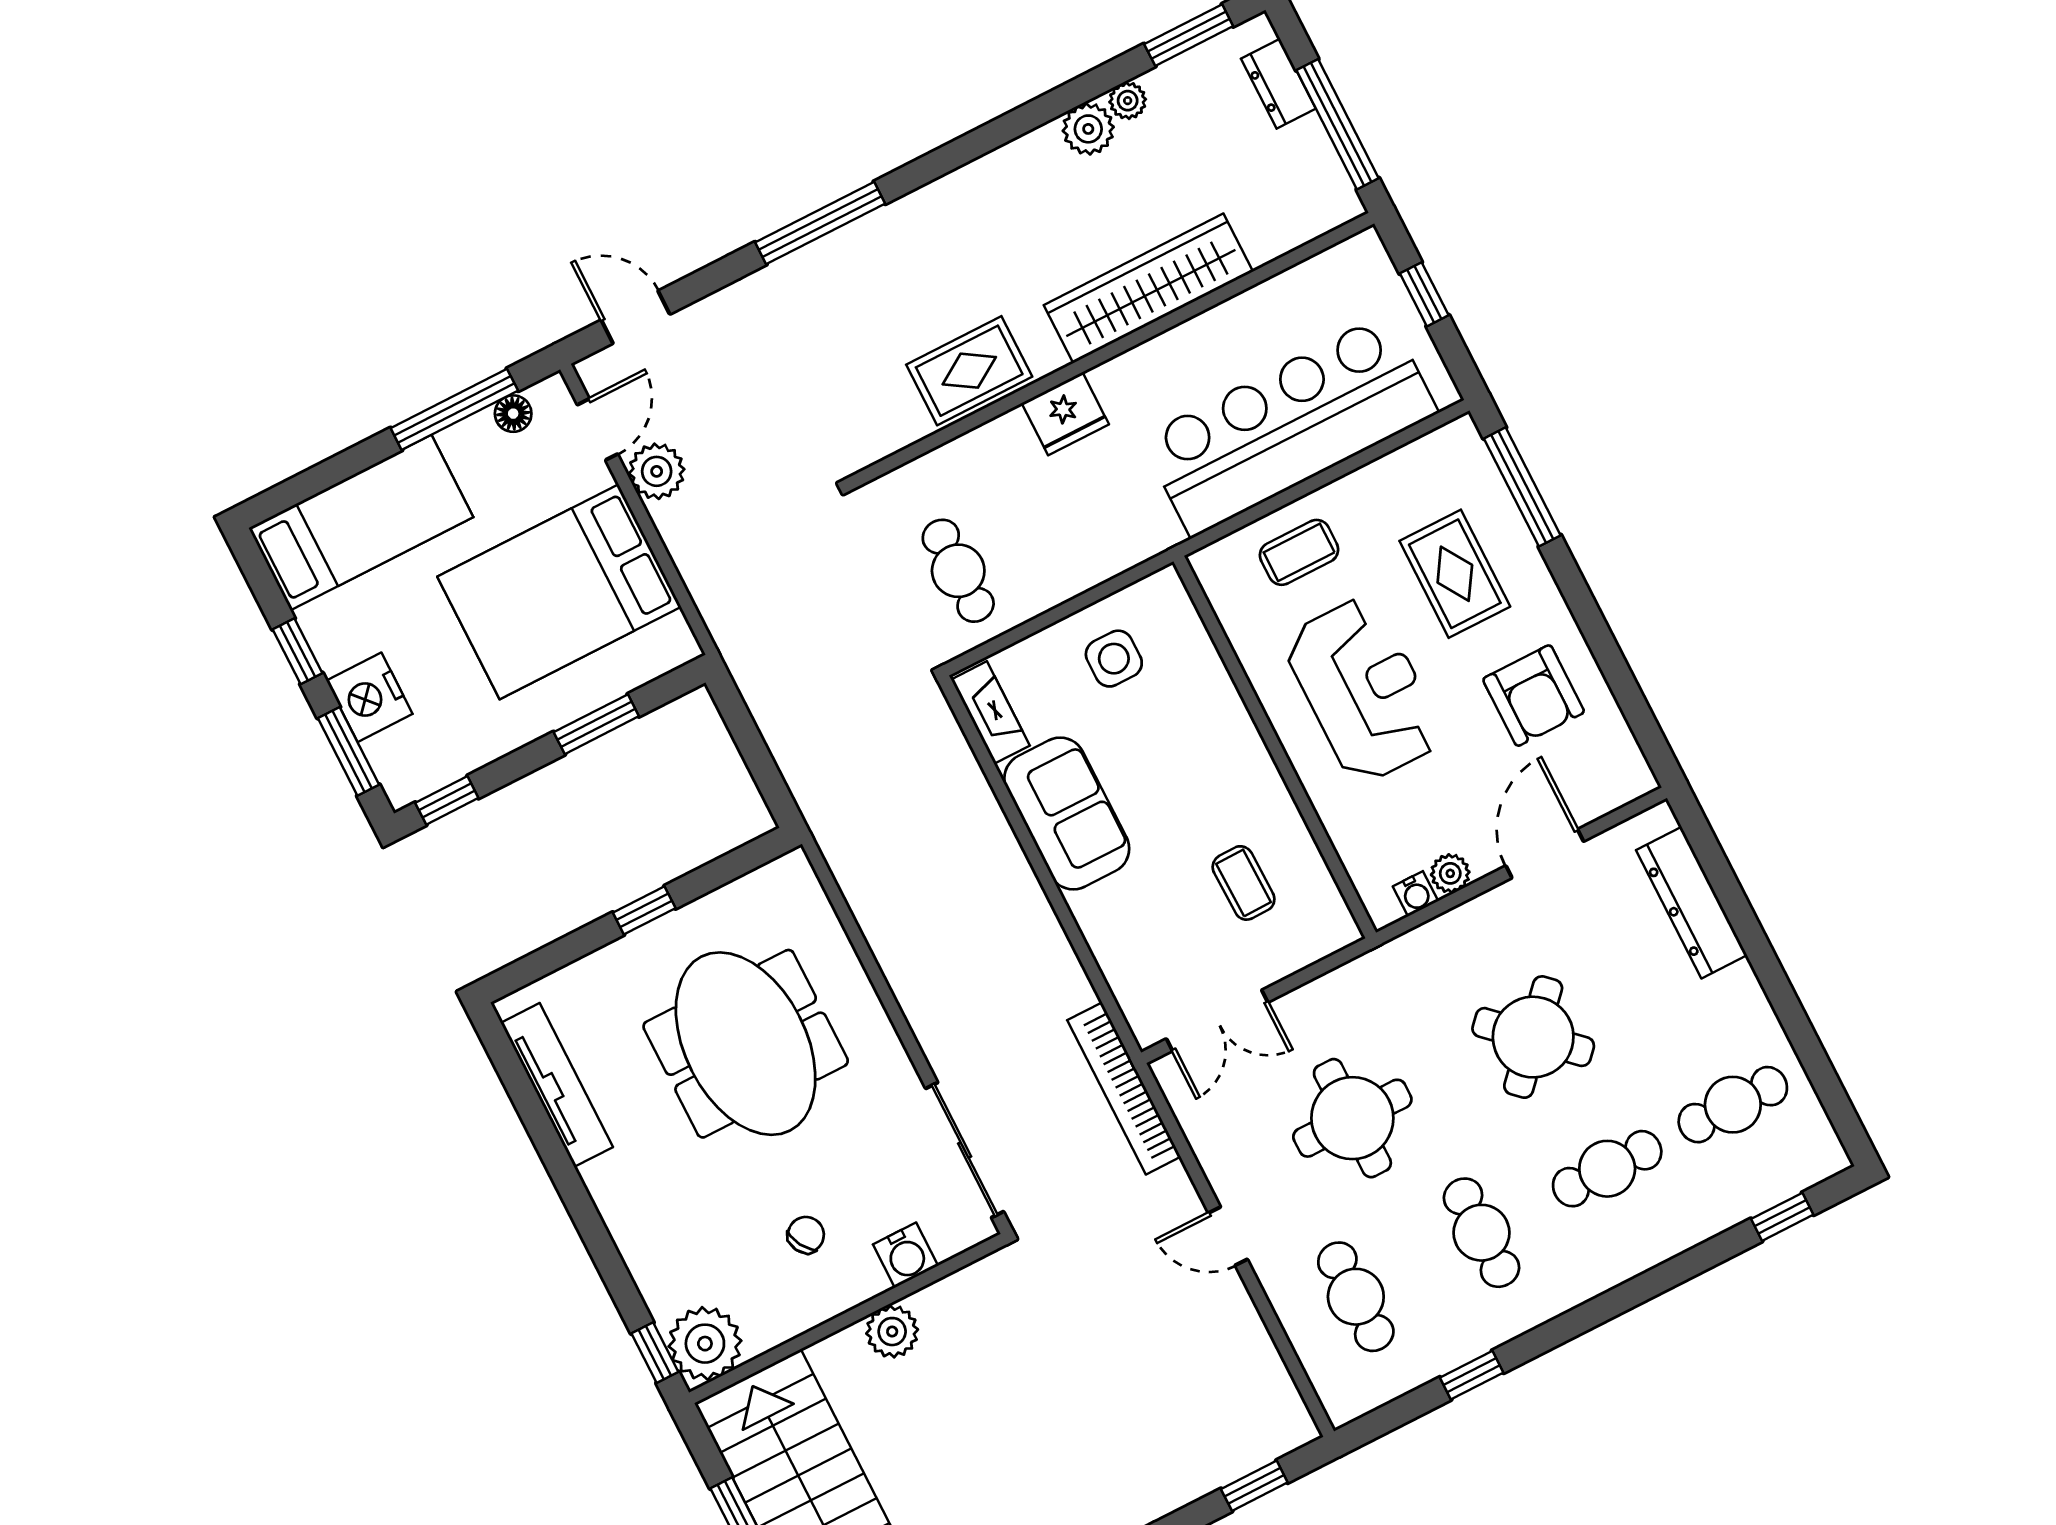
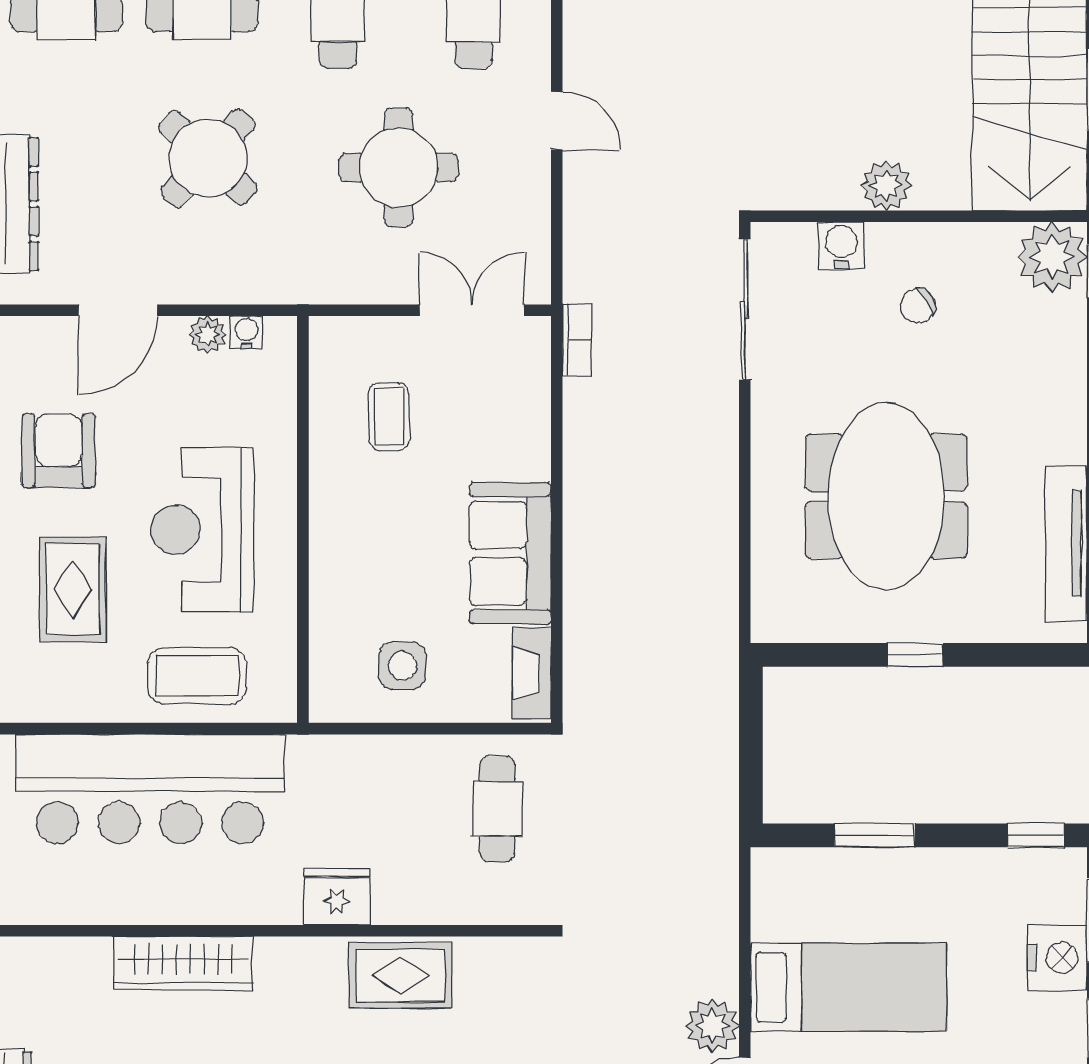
wardrobe: (1148, 288) -> (183, 963), width x0.71, depth x0.85
coffee table: (1299, 552) -> (197, 676), width x1.36, depth x1.30
bed: (559, 592) -> (849, 987), width x0.67
bookcase: (1124, 1088) -> (577, 340), width x0.43, depth x0.76

